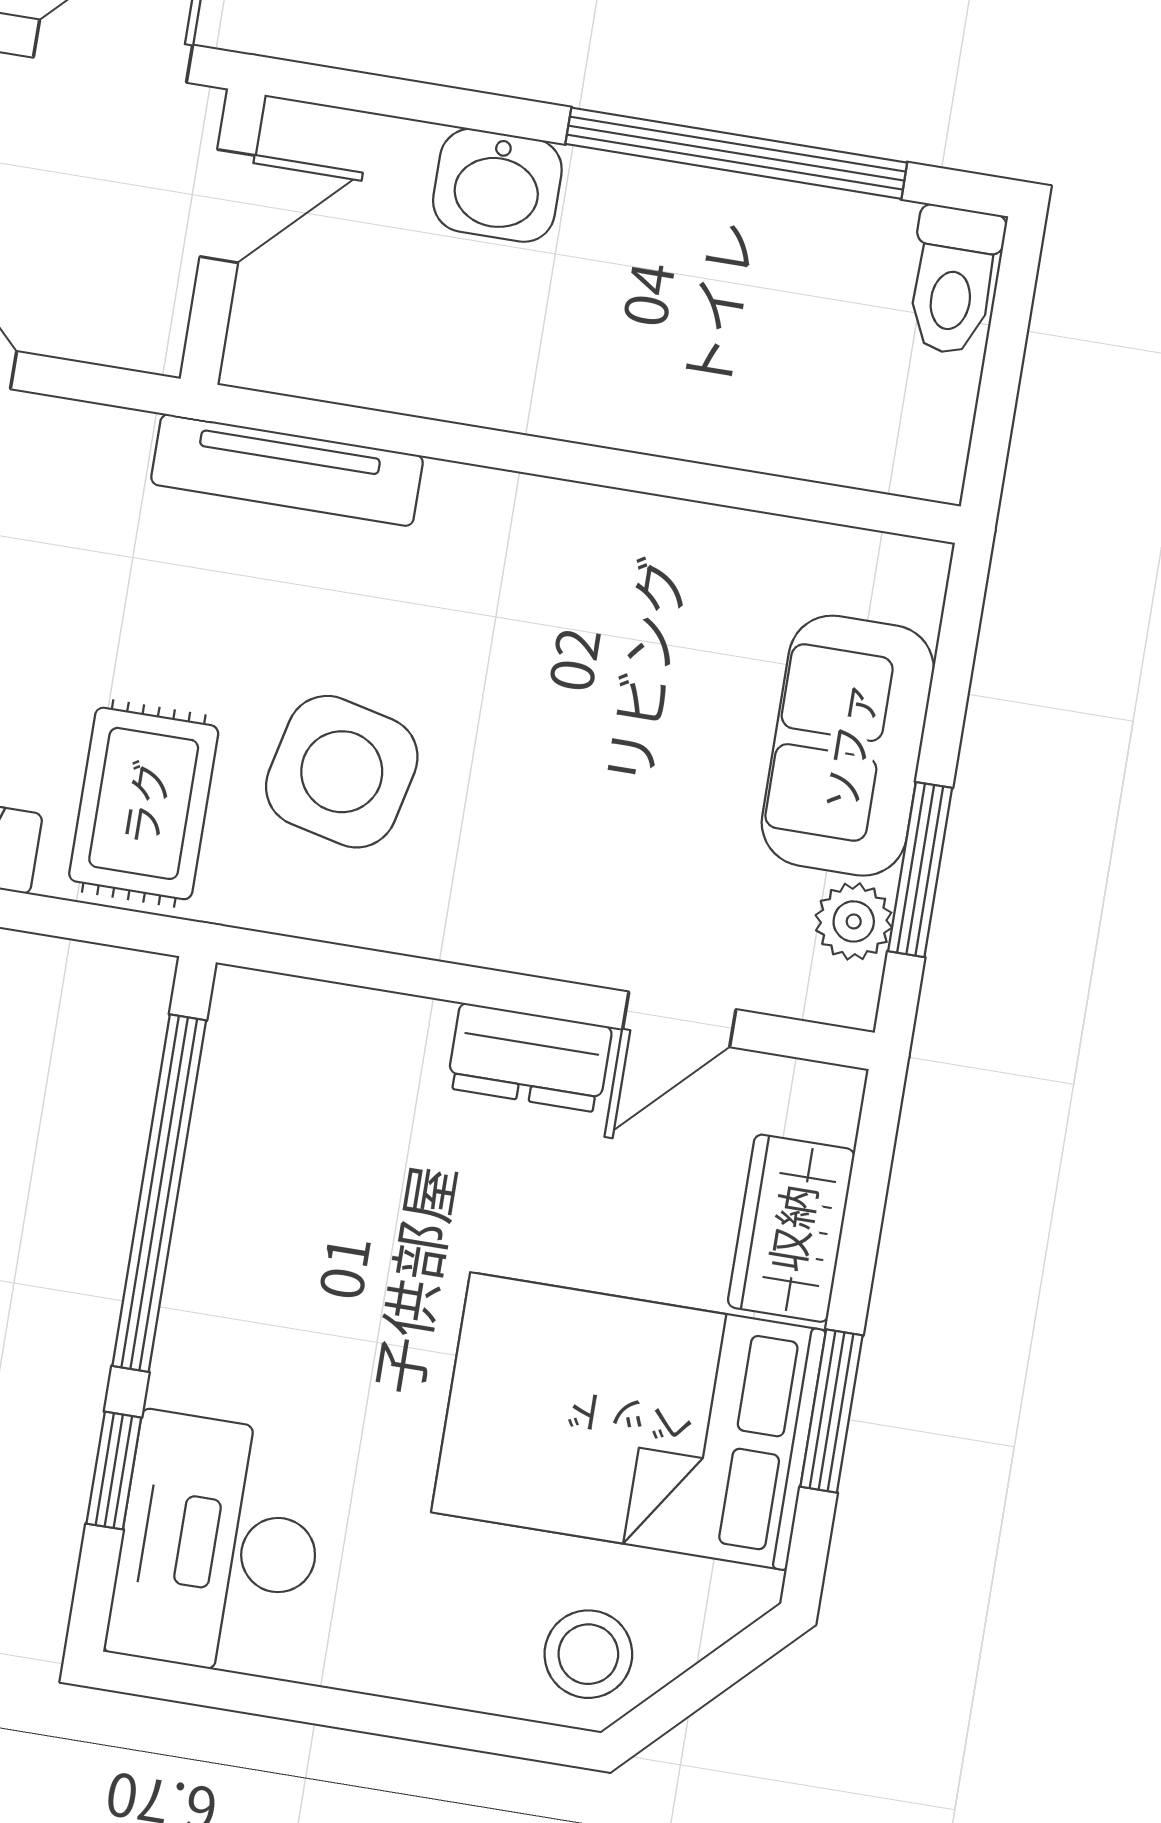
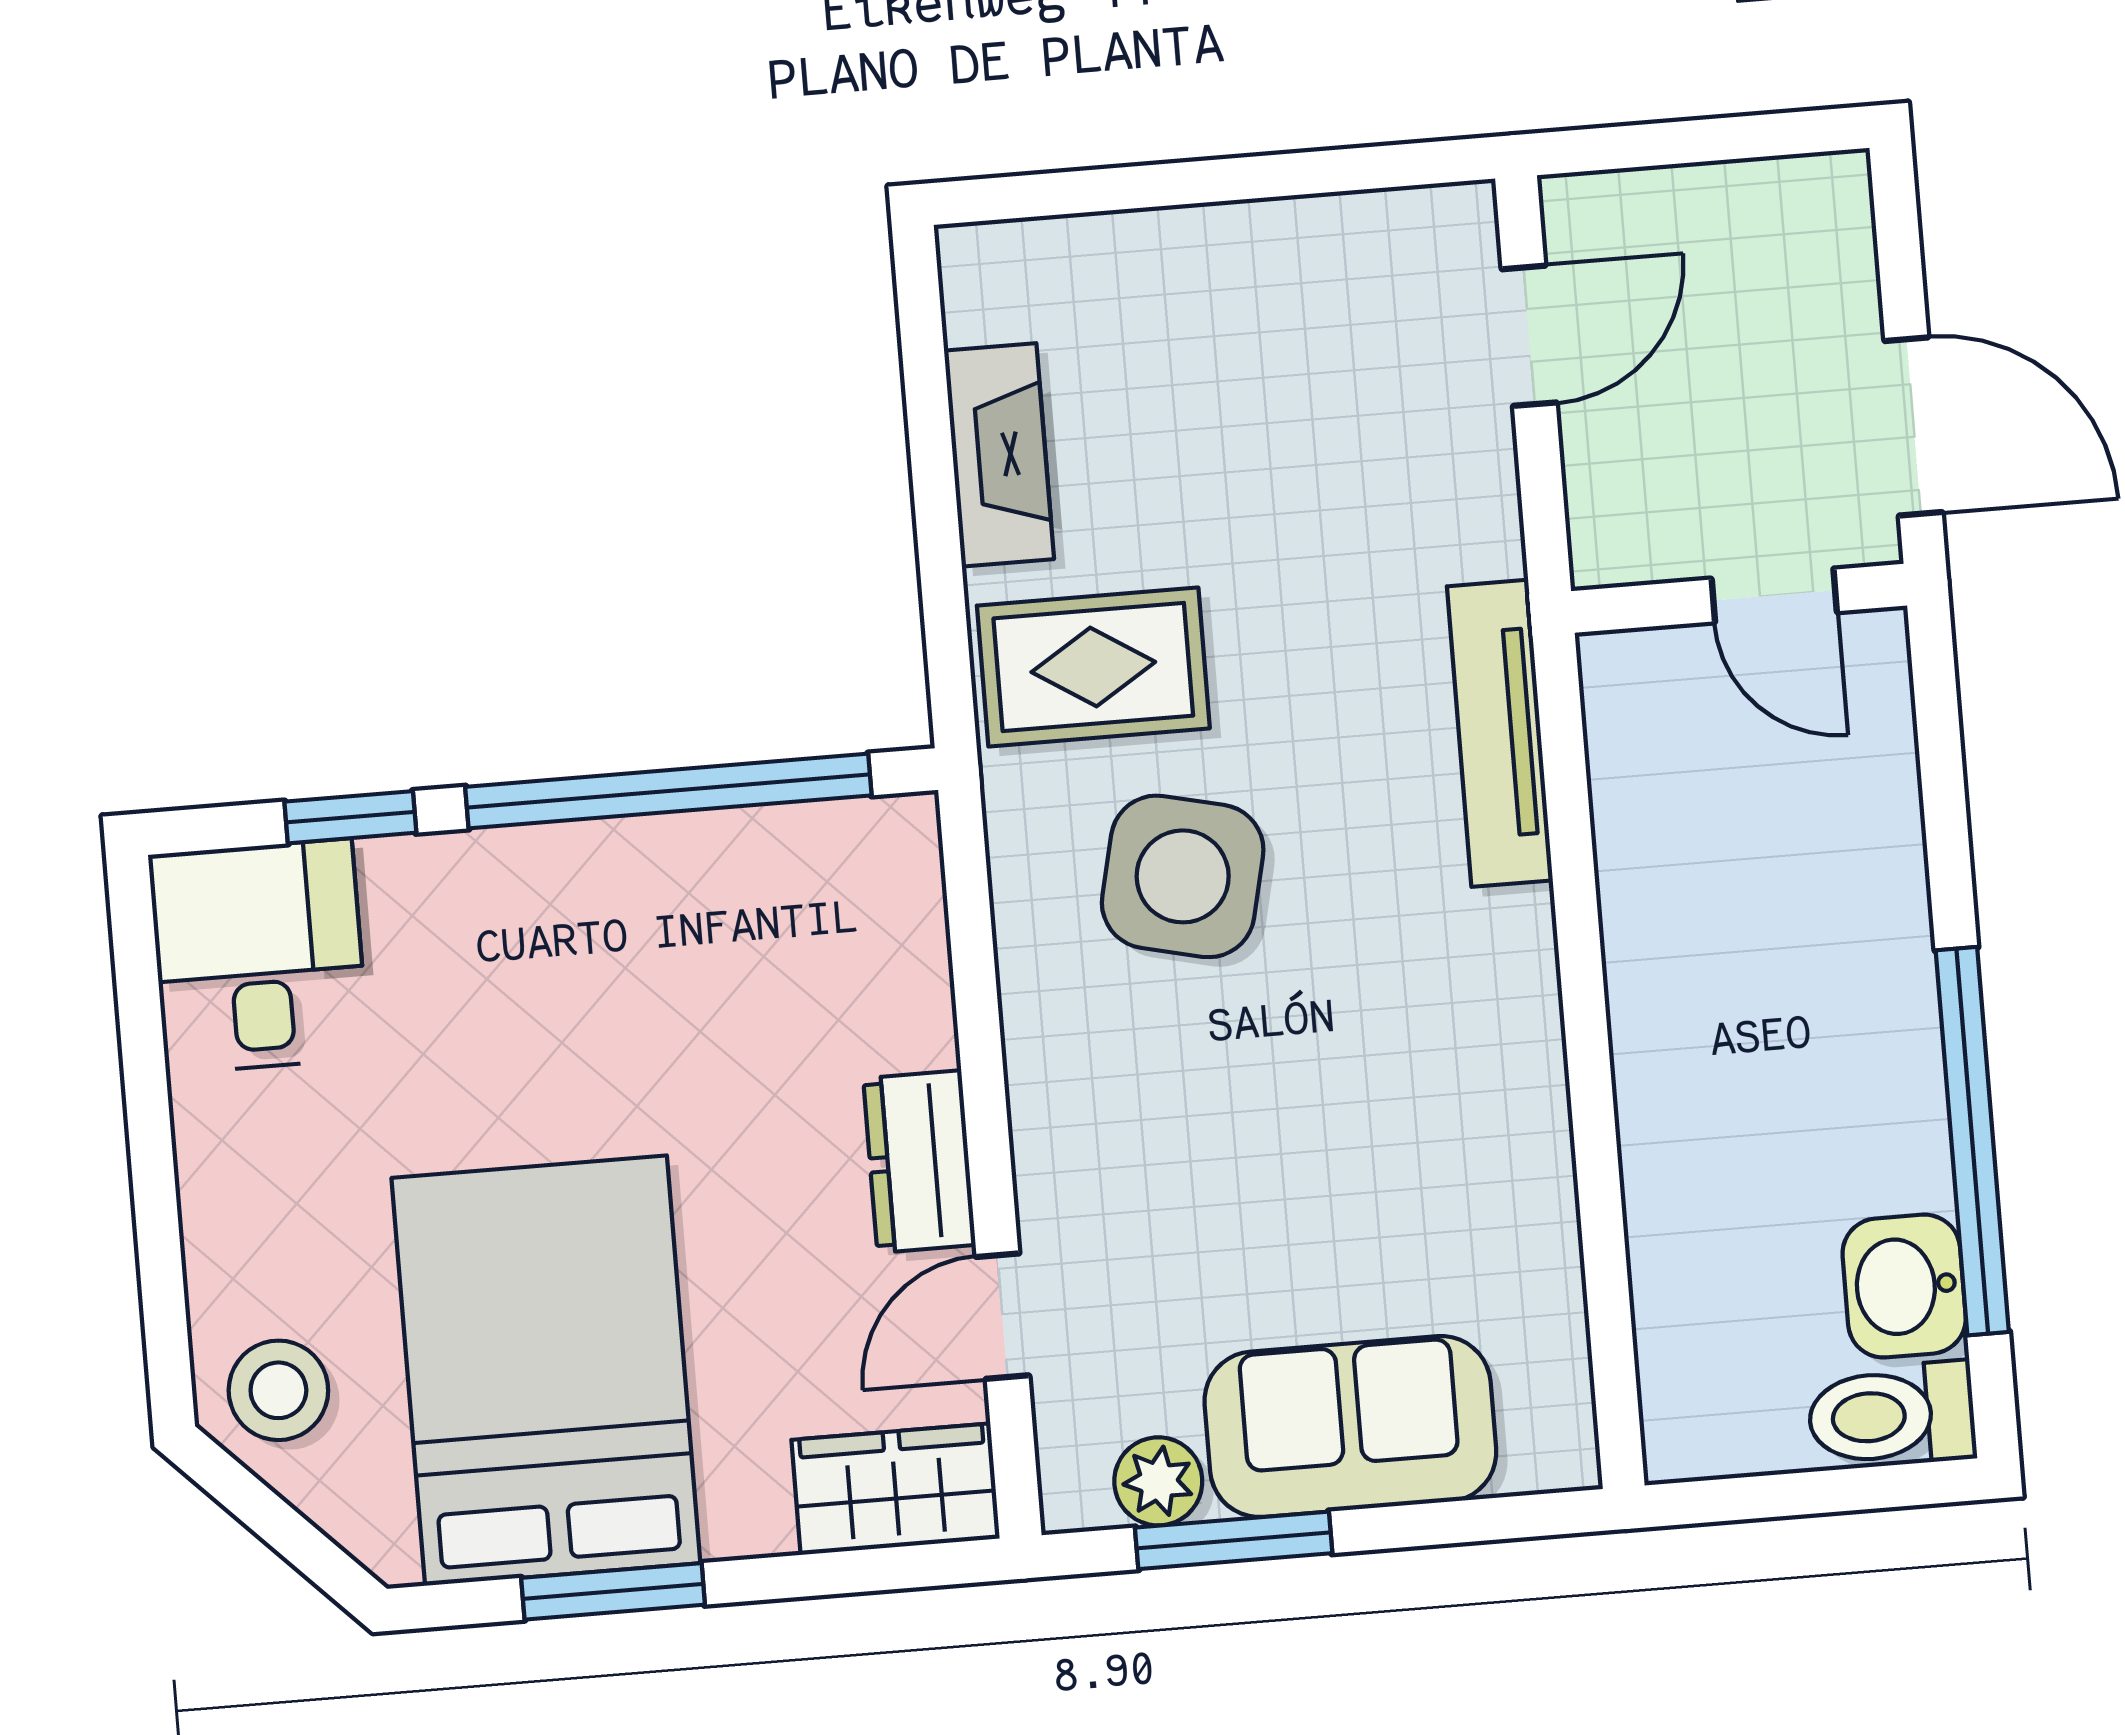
washbasin: (497, 185) -> (1904, 1286), moved
door: (679, 1019) -> (1002, 1316), hinge flipped
wardrobe: (791, 1228) -> (895, 1489), moved
desk: (219, 1545) -> (259, 956), width x0.73

